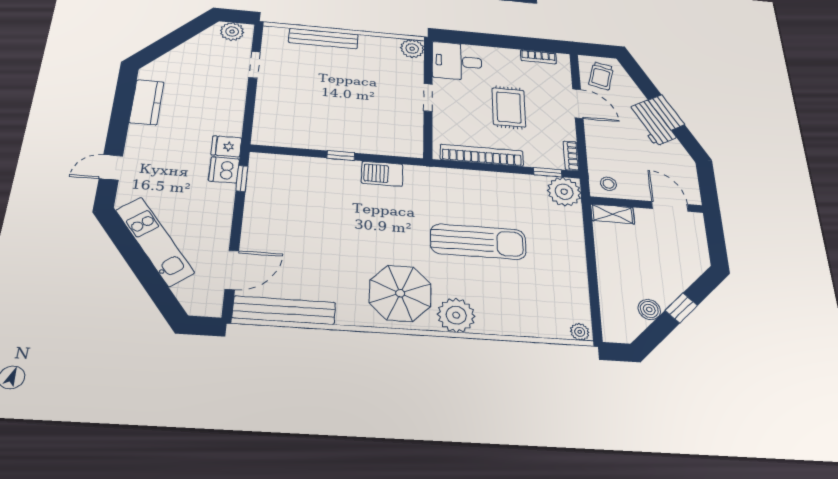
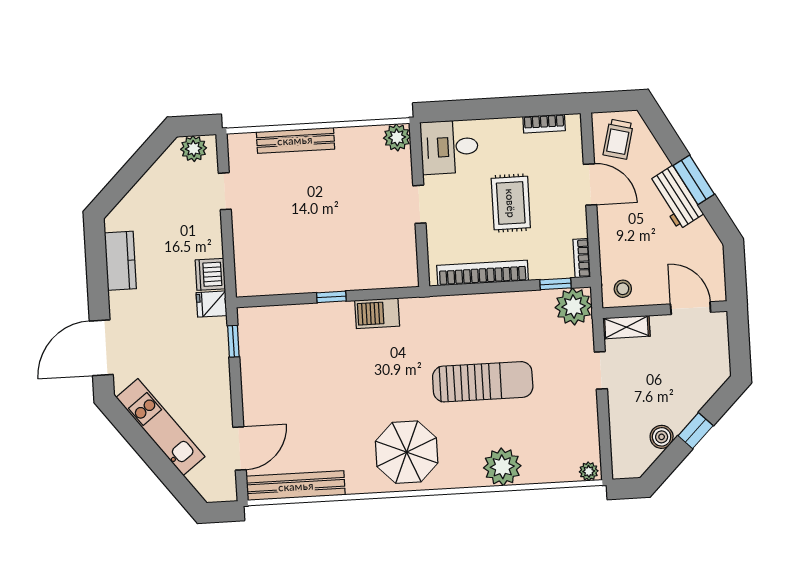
door: (111, 167) -> (101, 348), width x1.87
dishwasher: (224, 170) -> (210, 274), moved
doorway: (590, 246) -> (601, 370), added
plant: (456, 315) -> (502, 467), moved

